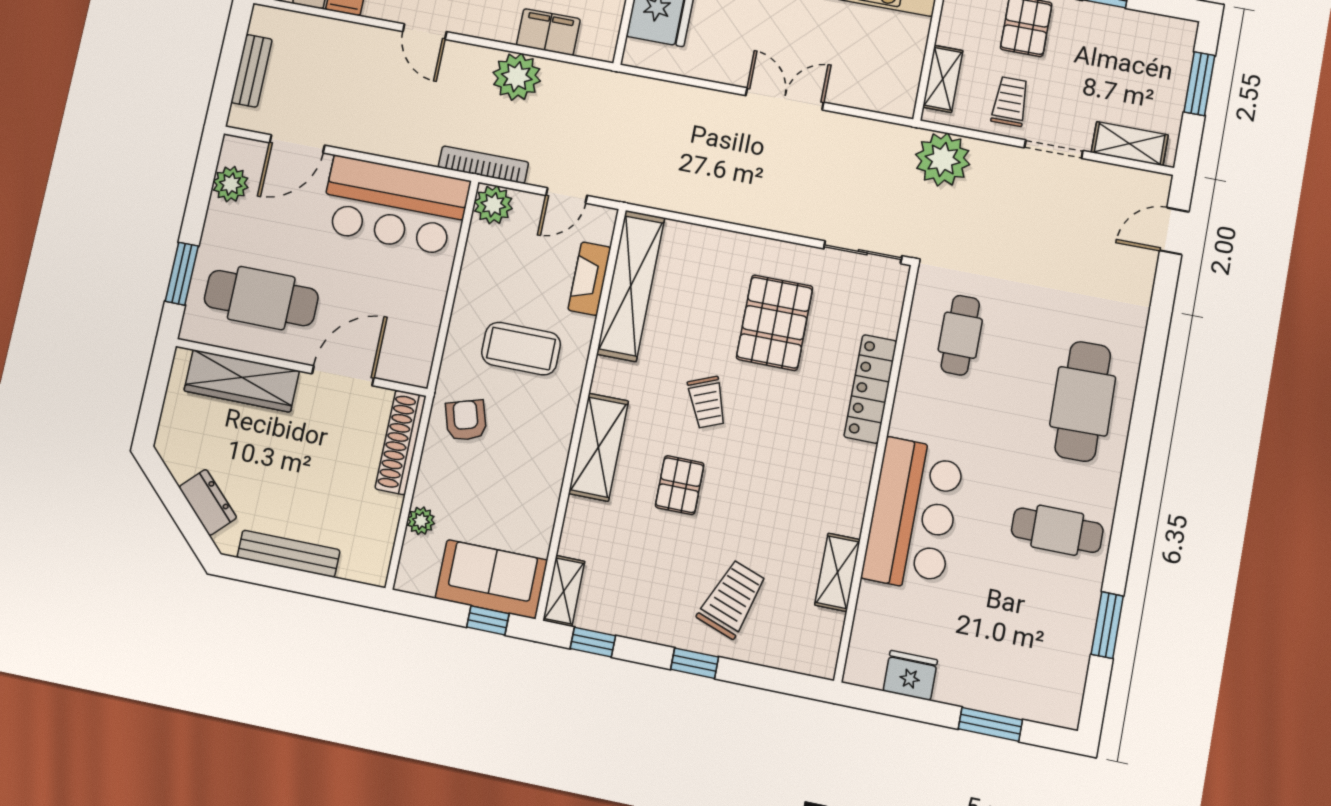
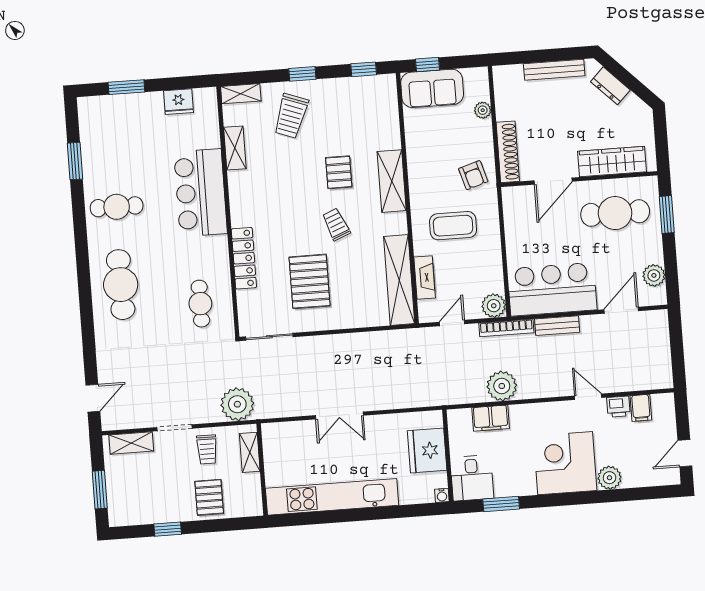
door: (425, 32) -> (588, 397), moved
bench: (252, 71) -> (557, 326), moved, turned 90
shelving: (564, 591) -> (241, 94), moved, turned 90

